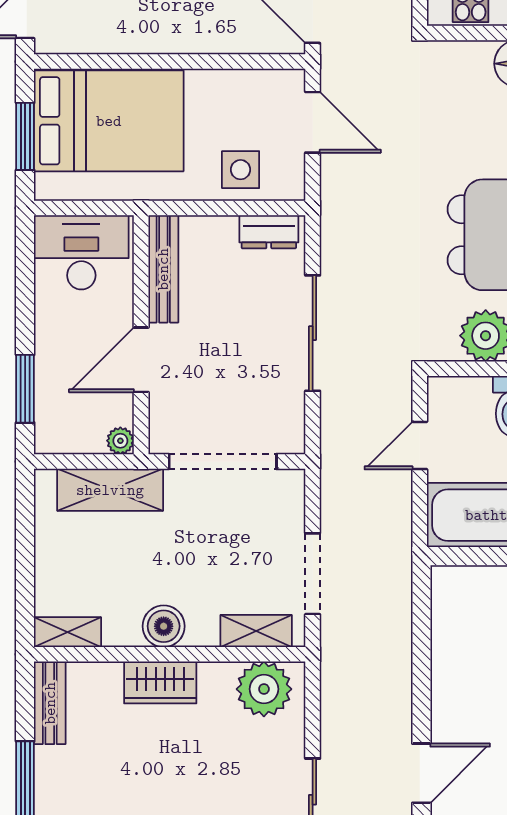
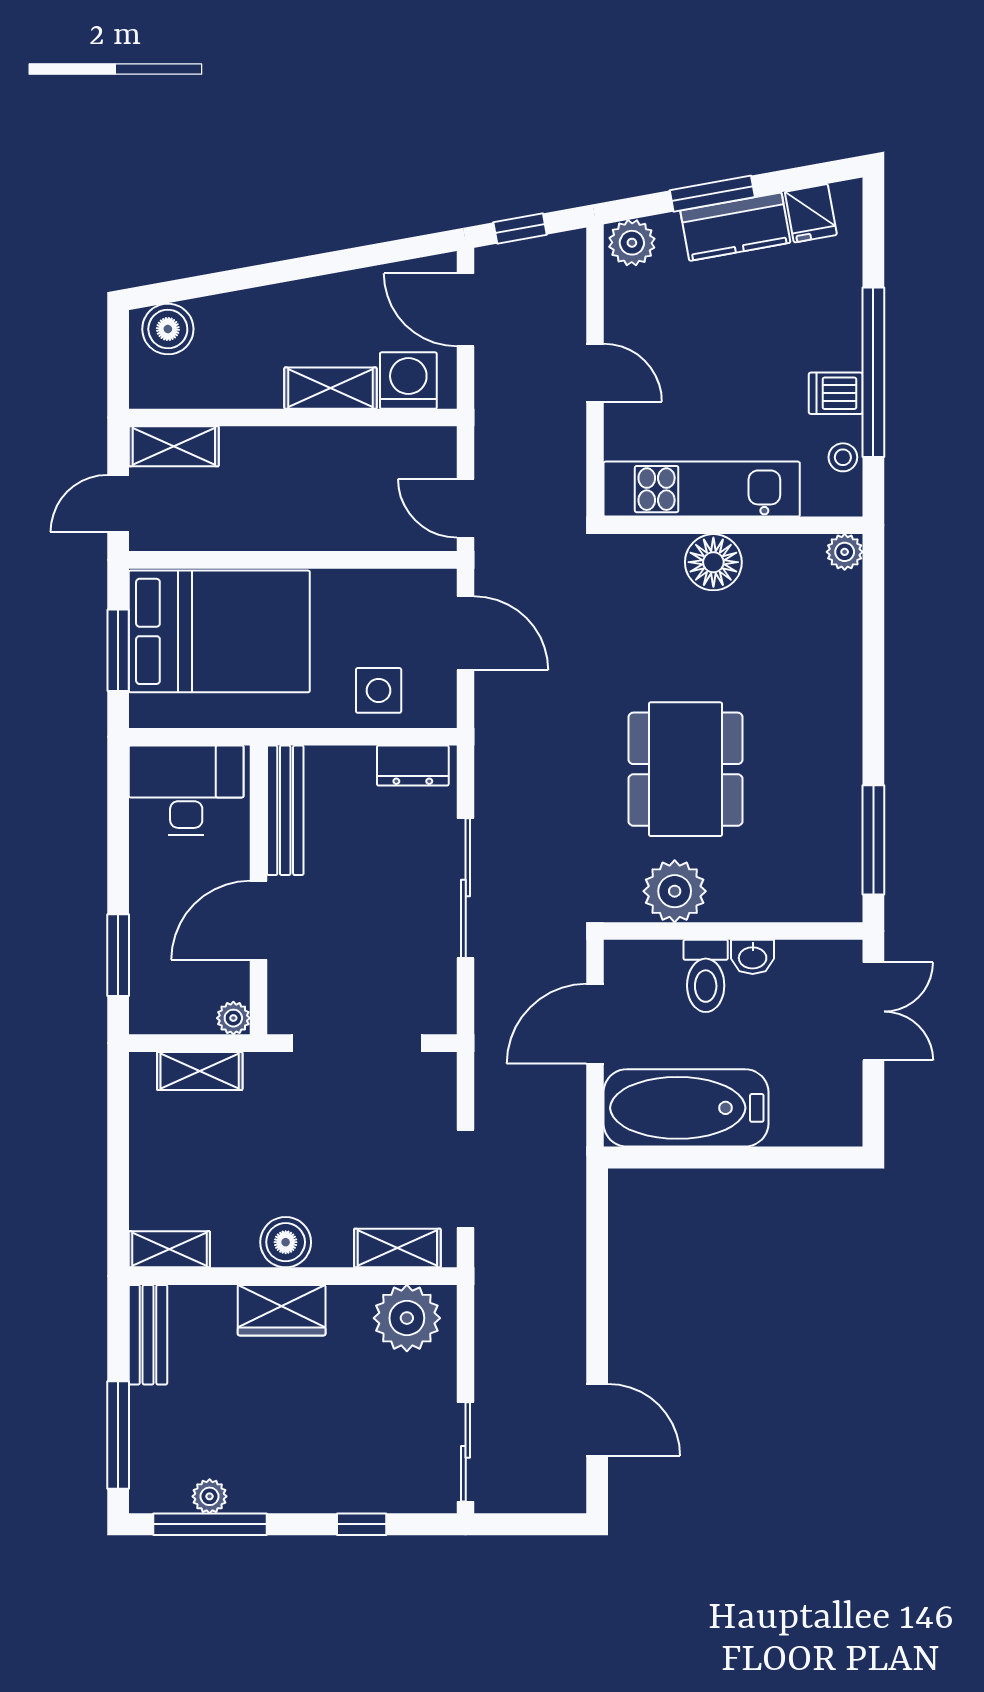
door: (420, 445) -> (595, 1024), width x1.38
shelving: (110, 490) -> (200, 1071), width x0.67, depth x0.75
door: (421, 773) -> (597, 1420), hinge flipped

